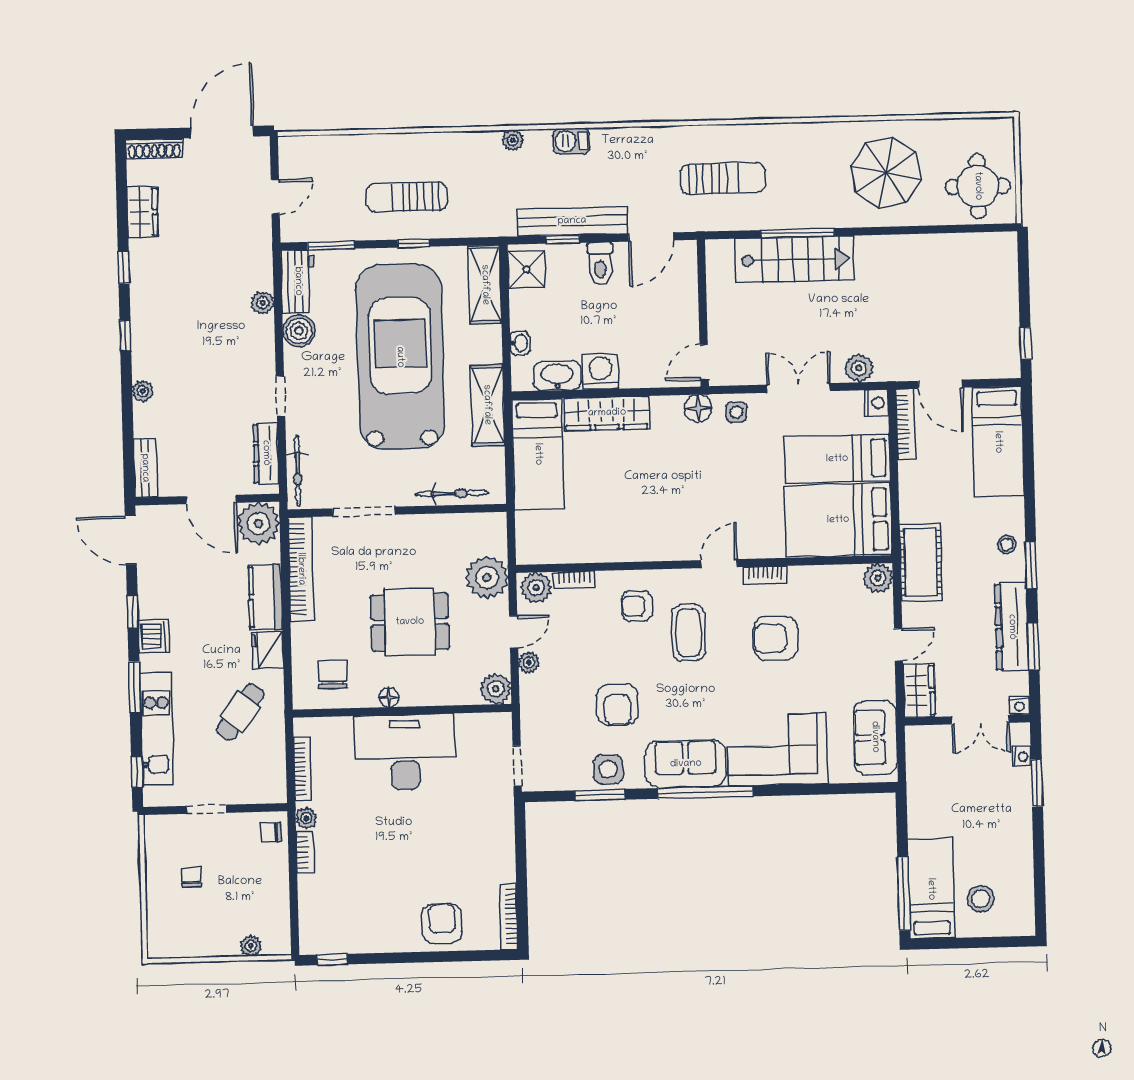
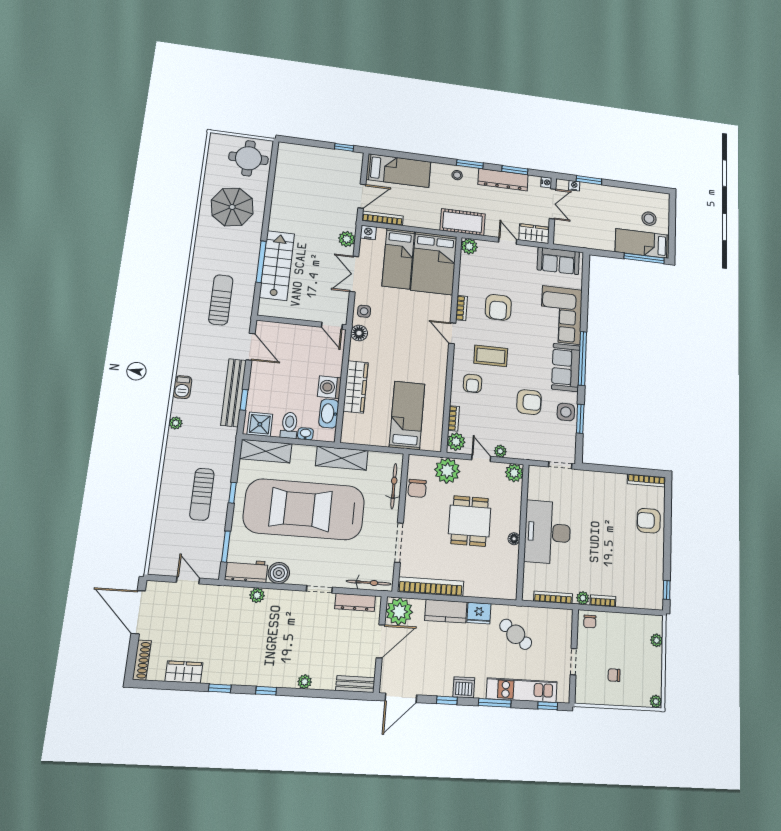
toilet: (600, 263) -> (289, 425), moved, turned -90
bed: (538, 454) -> (407, 415), moved, turned -90
chair: (333, 674) -> (417, 488), moved, turned -90
plant: (157, 949) -> (656, 701), added

